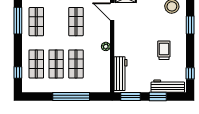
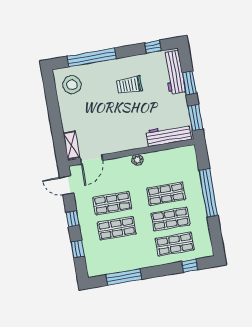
shop shelf: (36, 22) -> (117, 228), moved
window: (190, 25) -> (92, 57), width x2.11

